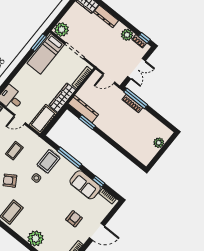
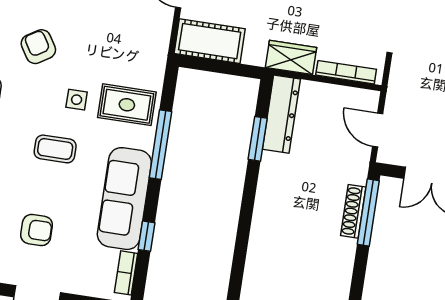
wardrobe: (62, 98) -> (291, 57), width x0.67
coffee table: (14, 151) -> (55, 149), moved
sofa: (85, 185) -> (124, 199), width x1.36

